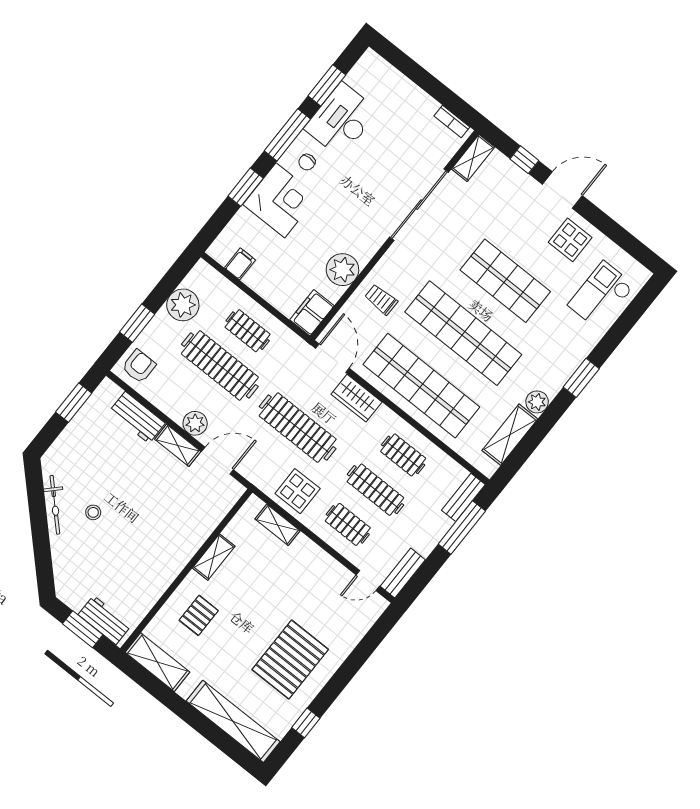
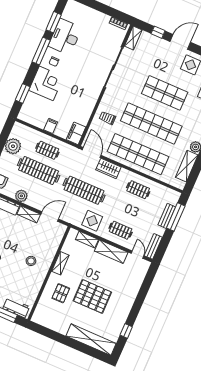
window: (246, 187) -> (23, 93), moved
filing cabinet: (240, 264) -> (51, 126), moved
plant: (342, 270) -> (85, 109), removed
plant: (195, 423) -> (21, 196), moved
clothes rail: (375, 490) -> (129, 210), removed
bench: (463, 497) -> (167, 216), moved
stool: (158, 537) -> (31, 261), added
door: (368, 581) -> (137, 255), swing flipped
pallet: (290, 660) -> (92, 296), moved, turned 90
shelving: (157, 662) -> (111, 252), moved

